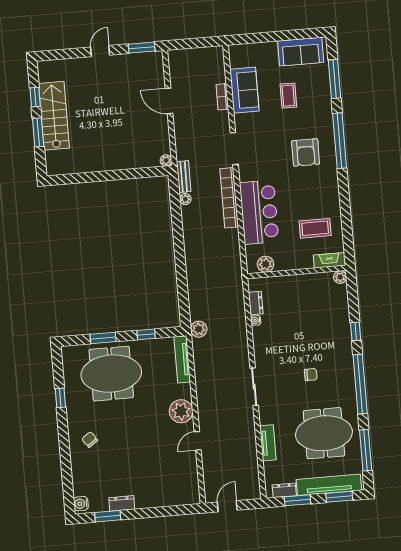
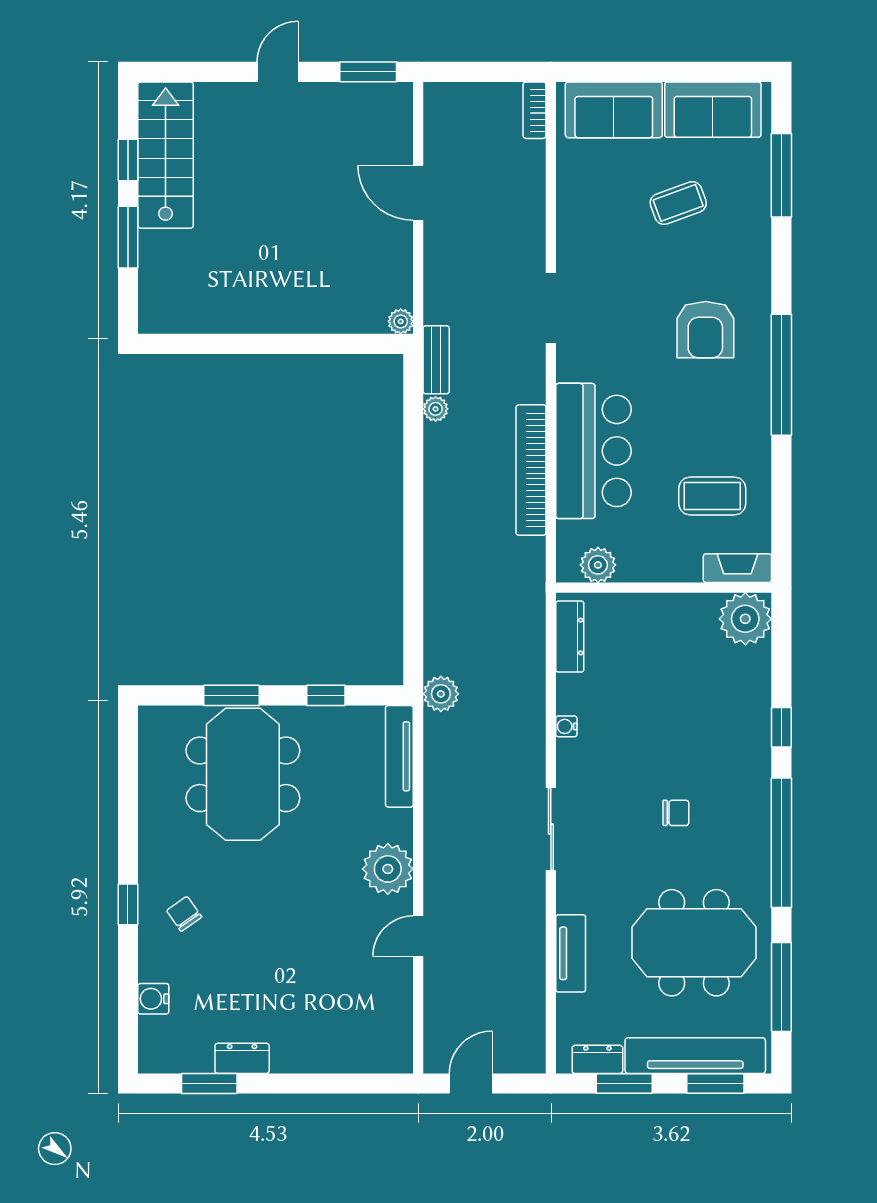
sofa: (244, 90) -> (614, 110), moved, turned 90
coffee table: (288, 96) -> (678, 203), turned 70
bookcase: (222, 97) -> (535, 110), moved
stairs: (54, 116) -> (166, 155), moved
window: (340, 141) -> (781, 375), moved
bookcase: (229, 198) -> (531, 470), moved
plant: (340, 277) -> (745, 619), width x1.88, depth x1.88
dresser: (256, 303) -> (570, 637), width x1.44
water cooler: (256, 320) -> (566, 726), moved
meeting table: (111, 374) -> (243, 774), turned 90
window: (60, 398) -> (128, 904), moved
water cooler: (81, 504) -> (153, 999), moved

